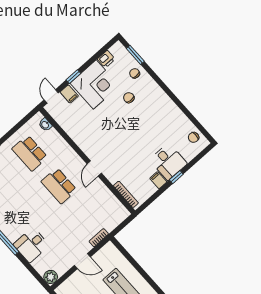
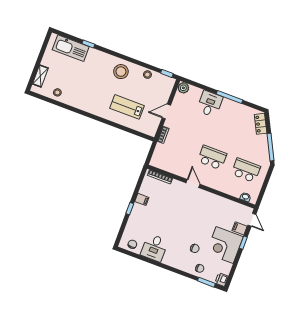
printer: (106, 59) -> (222, 280), moved
desk: (168, 162) -> (154, 248), moved, turned -90

